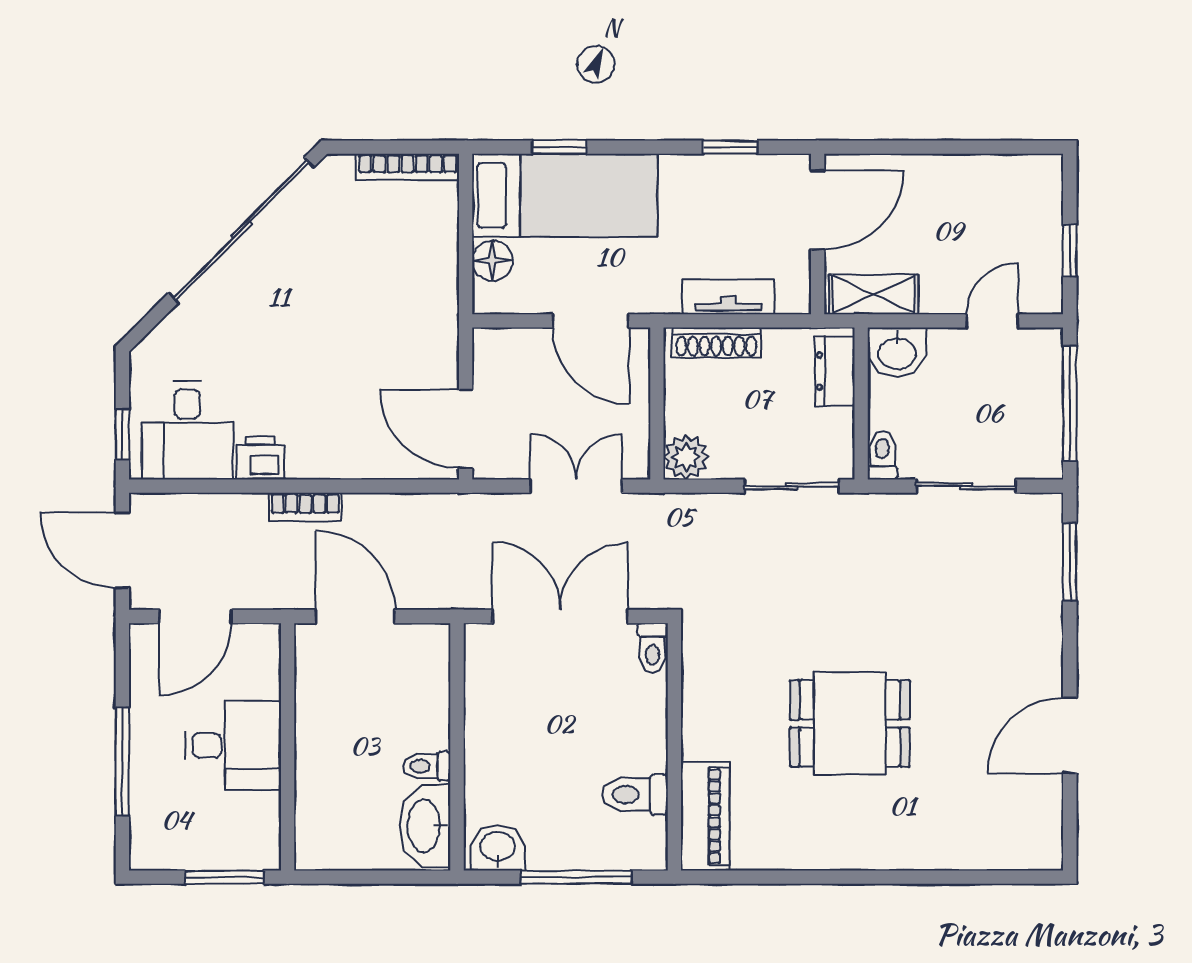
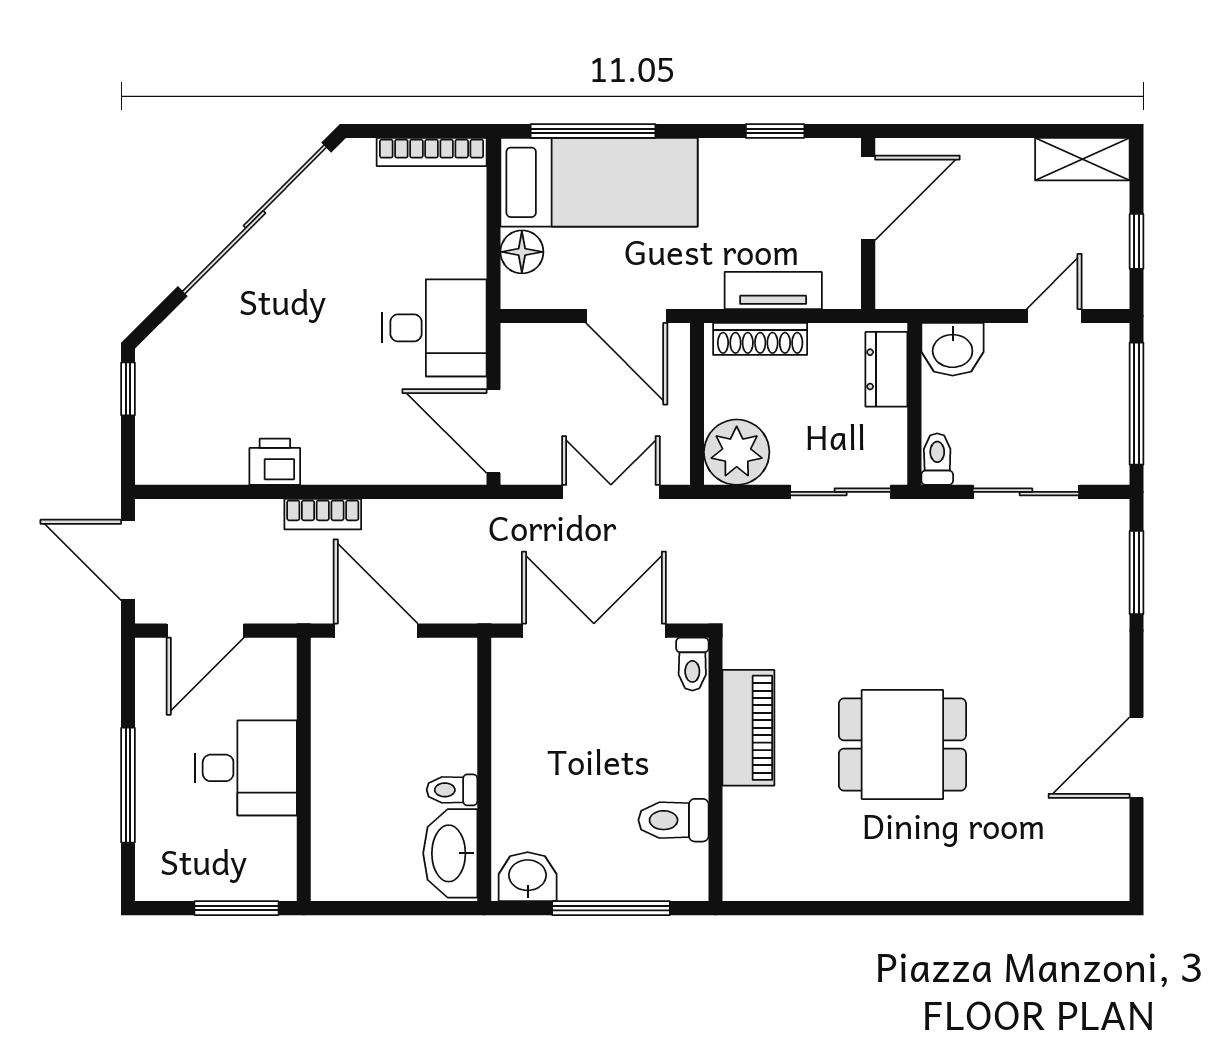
window: (559, 147) -> (593, 131), width x2.17
shelving: (874, 294) -> (1082, 159), moved
desk: (187, 430) -> (434, 328), moved, turned -90
window: (122, 434) -> (128, 389), moved
plant: (686, 457) -> (737, 452), width x1.36, depth x1.36
piano: (705, 816) -> (748, 728), moved

